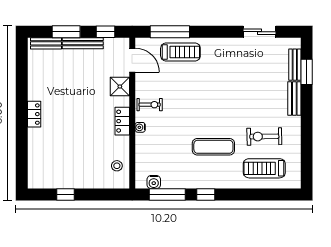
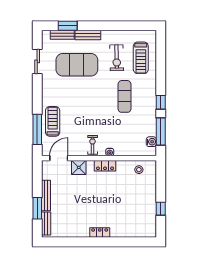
window: (106, 32) -> (37, 178), removed
exercise mat: (255, 84) -> (77, 65), added

